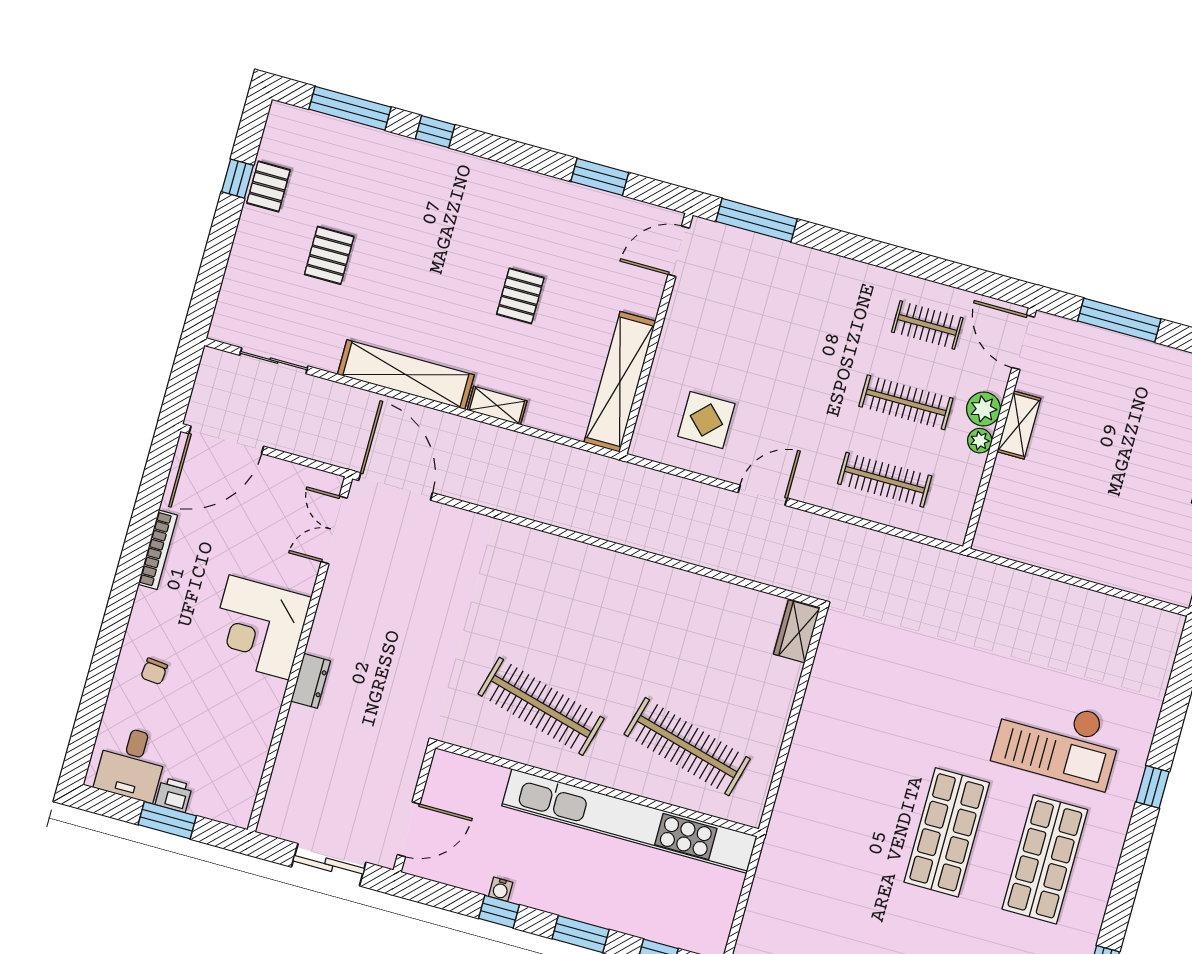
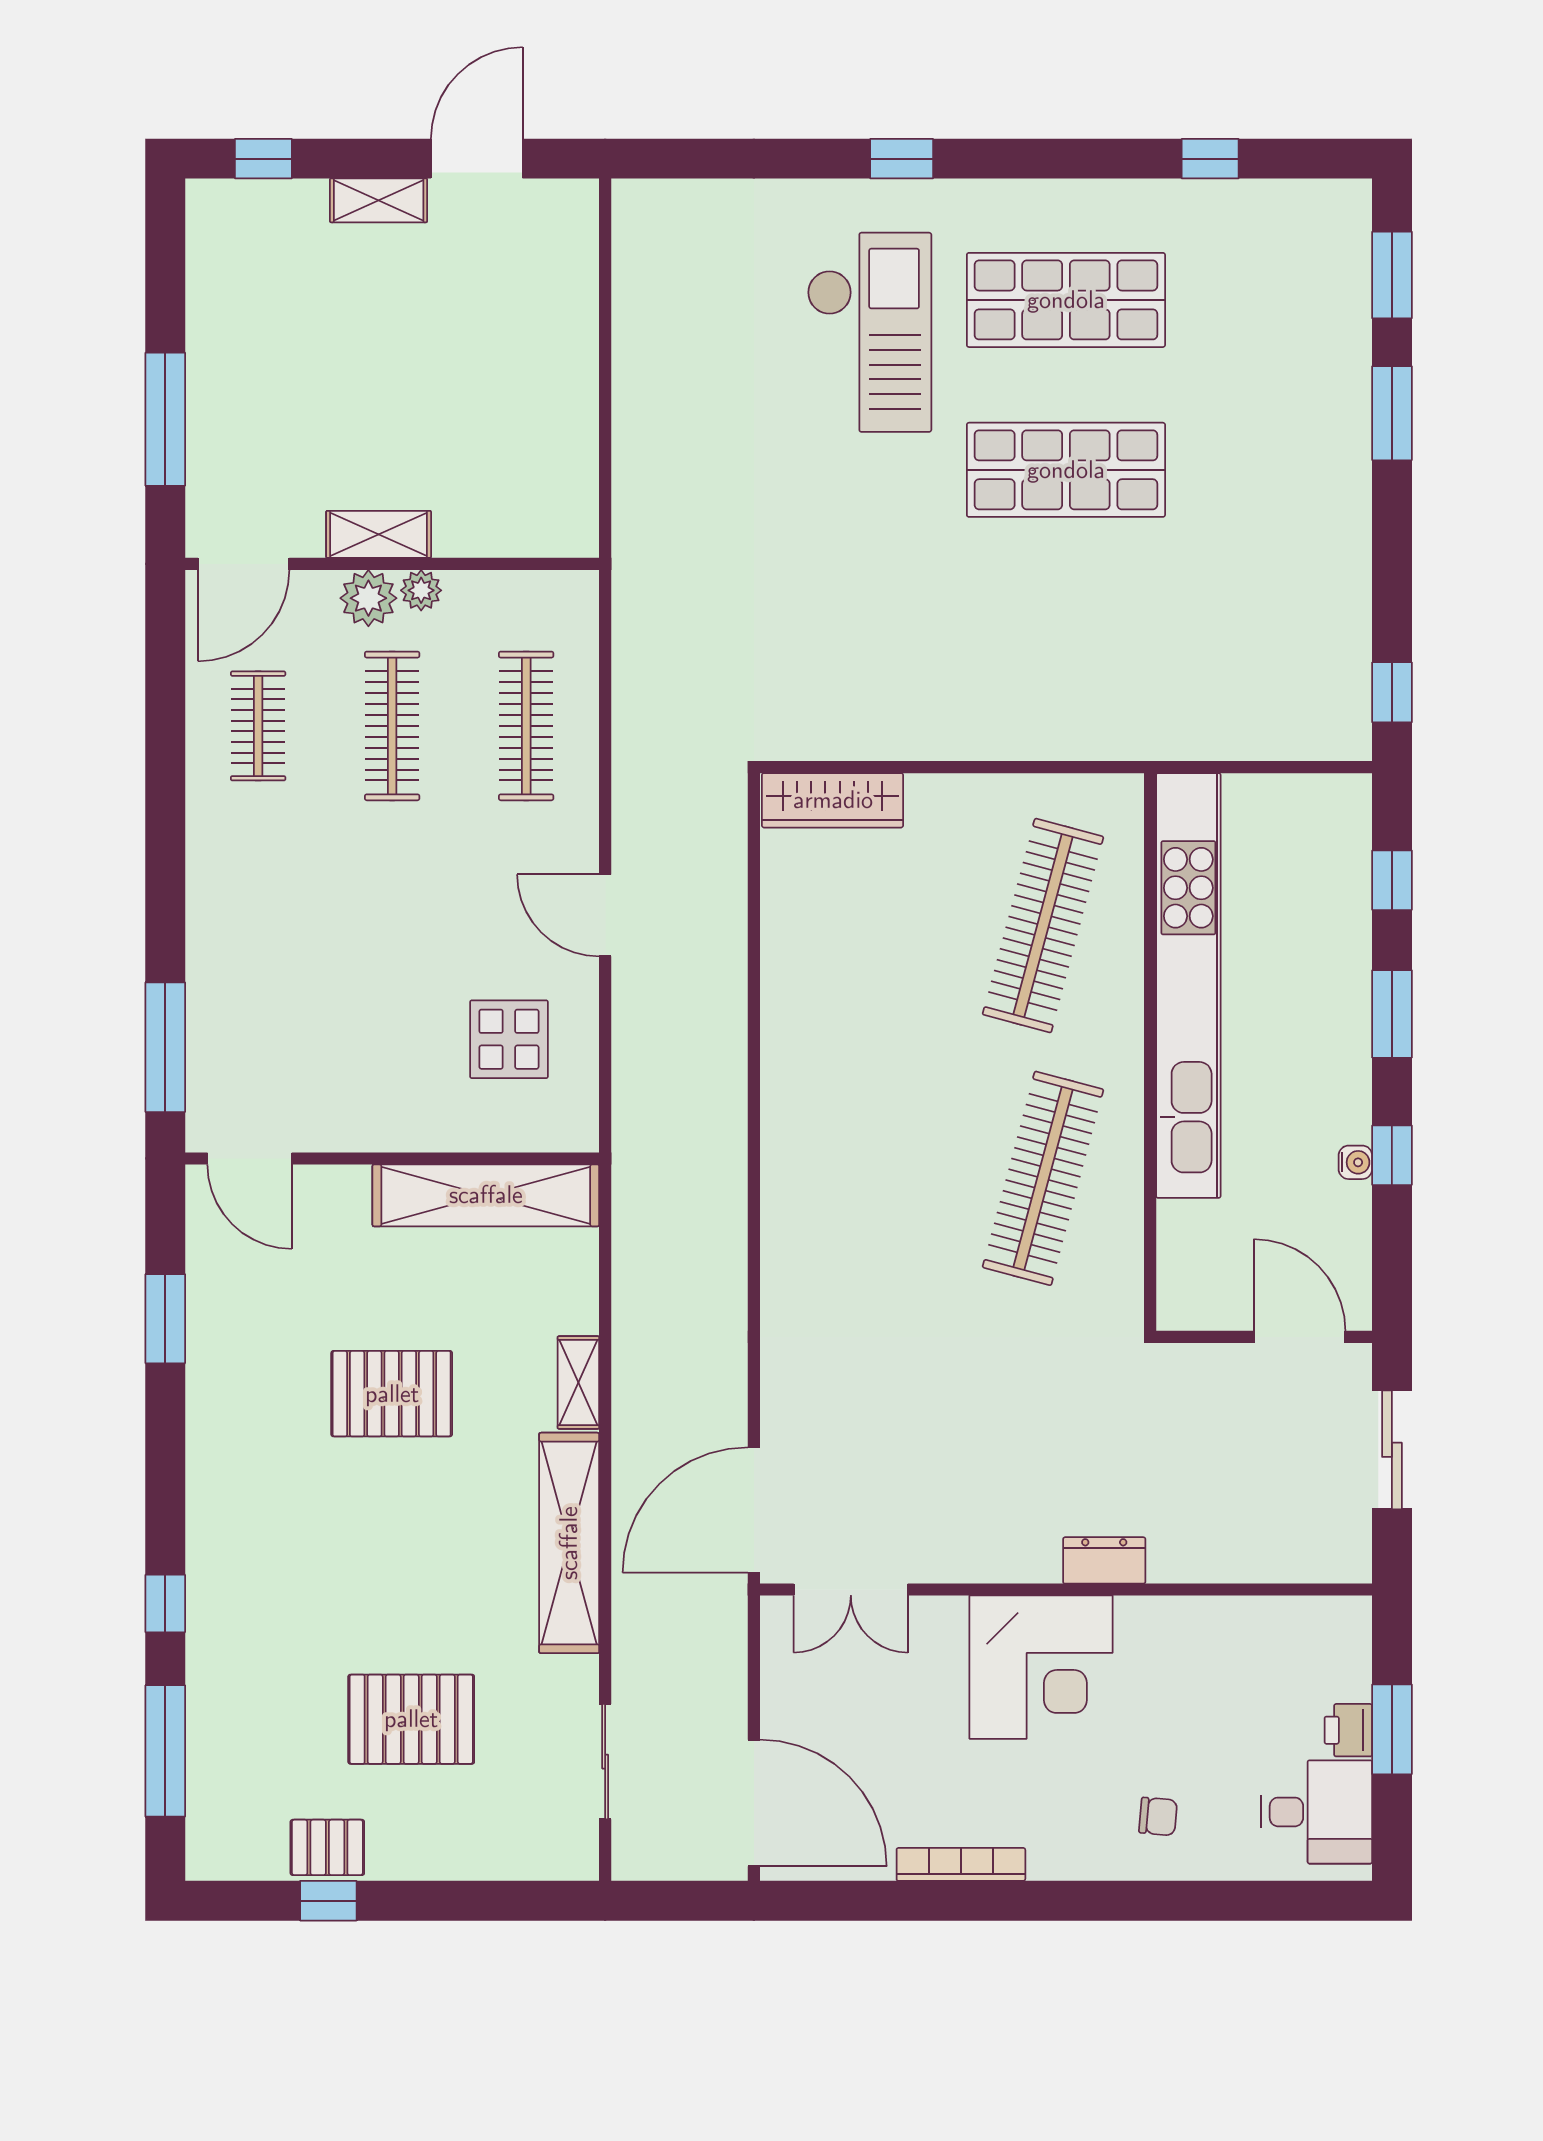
pallet: (329, 255) -> (411, 1719), width x1.50, depth x1.42
pallet: (520, 296) -> (392, 1394), width x1.50, depth x1.42
wardrobe: (797, 631) -> (833, 800), width x1.50

